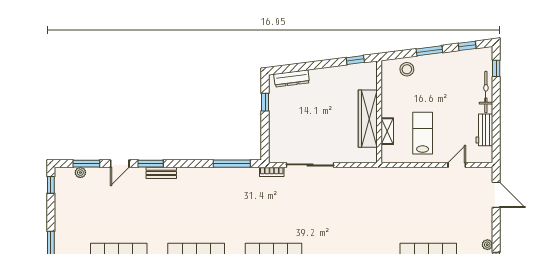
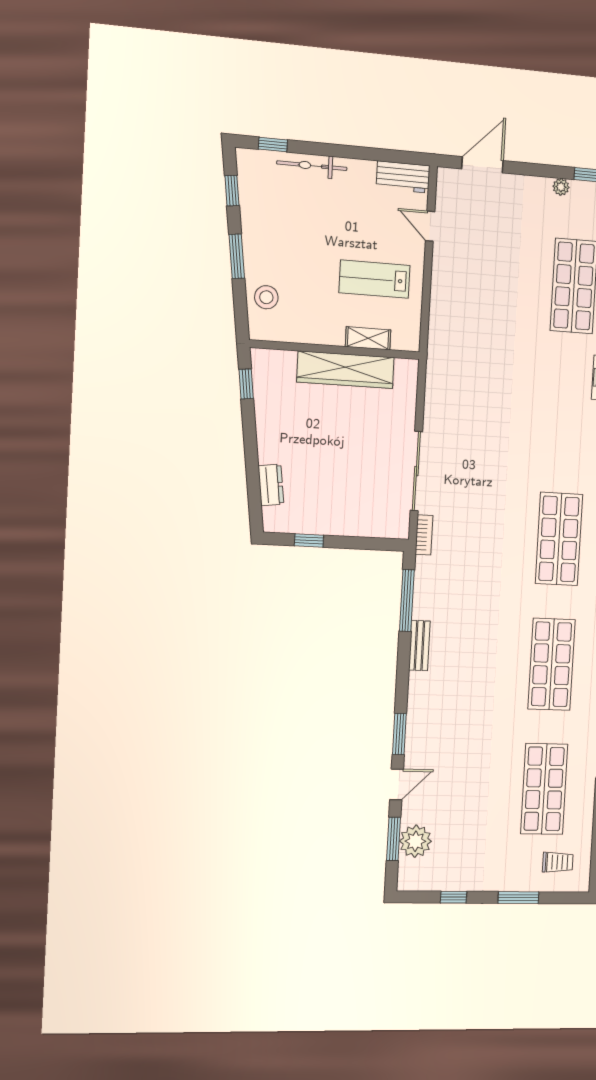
dresser: (292, 78) -> (271, 485), width x0.70
workbench: (484, 130) -> (403, 177), moved
door: (120, 164) -> (397, 784), hinge flipped
plant: (80, 173) -> (415, 841), width x1.87, depth x1.87
bench: (161, 173) -> (419, 646), moved
window: (51, 185) -> (454, 897), moved

